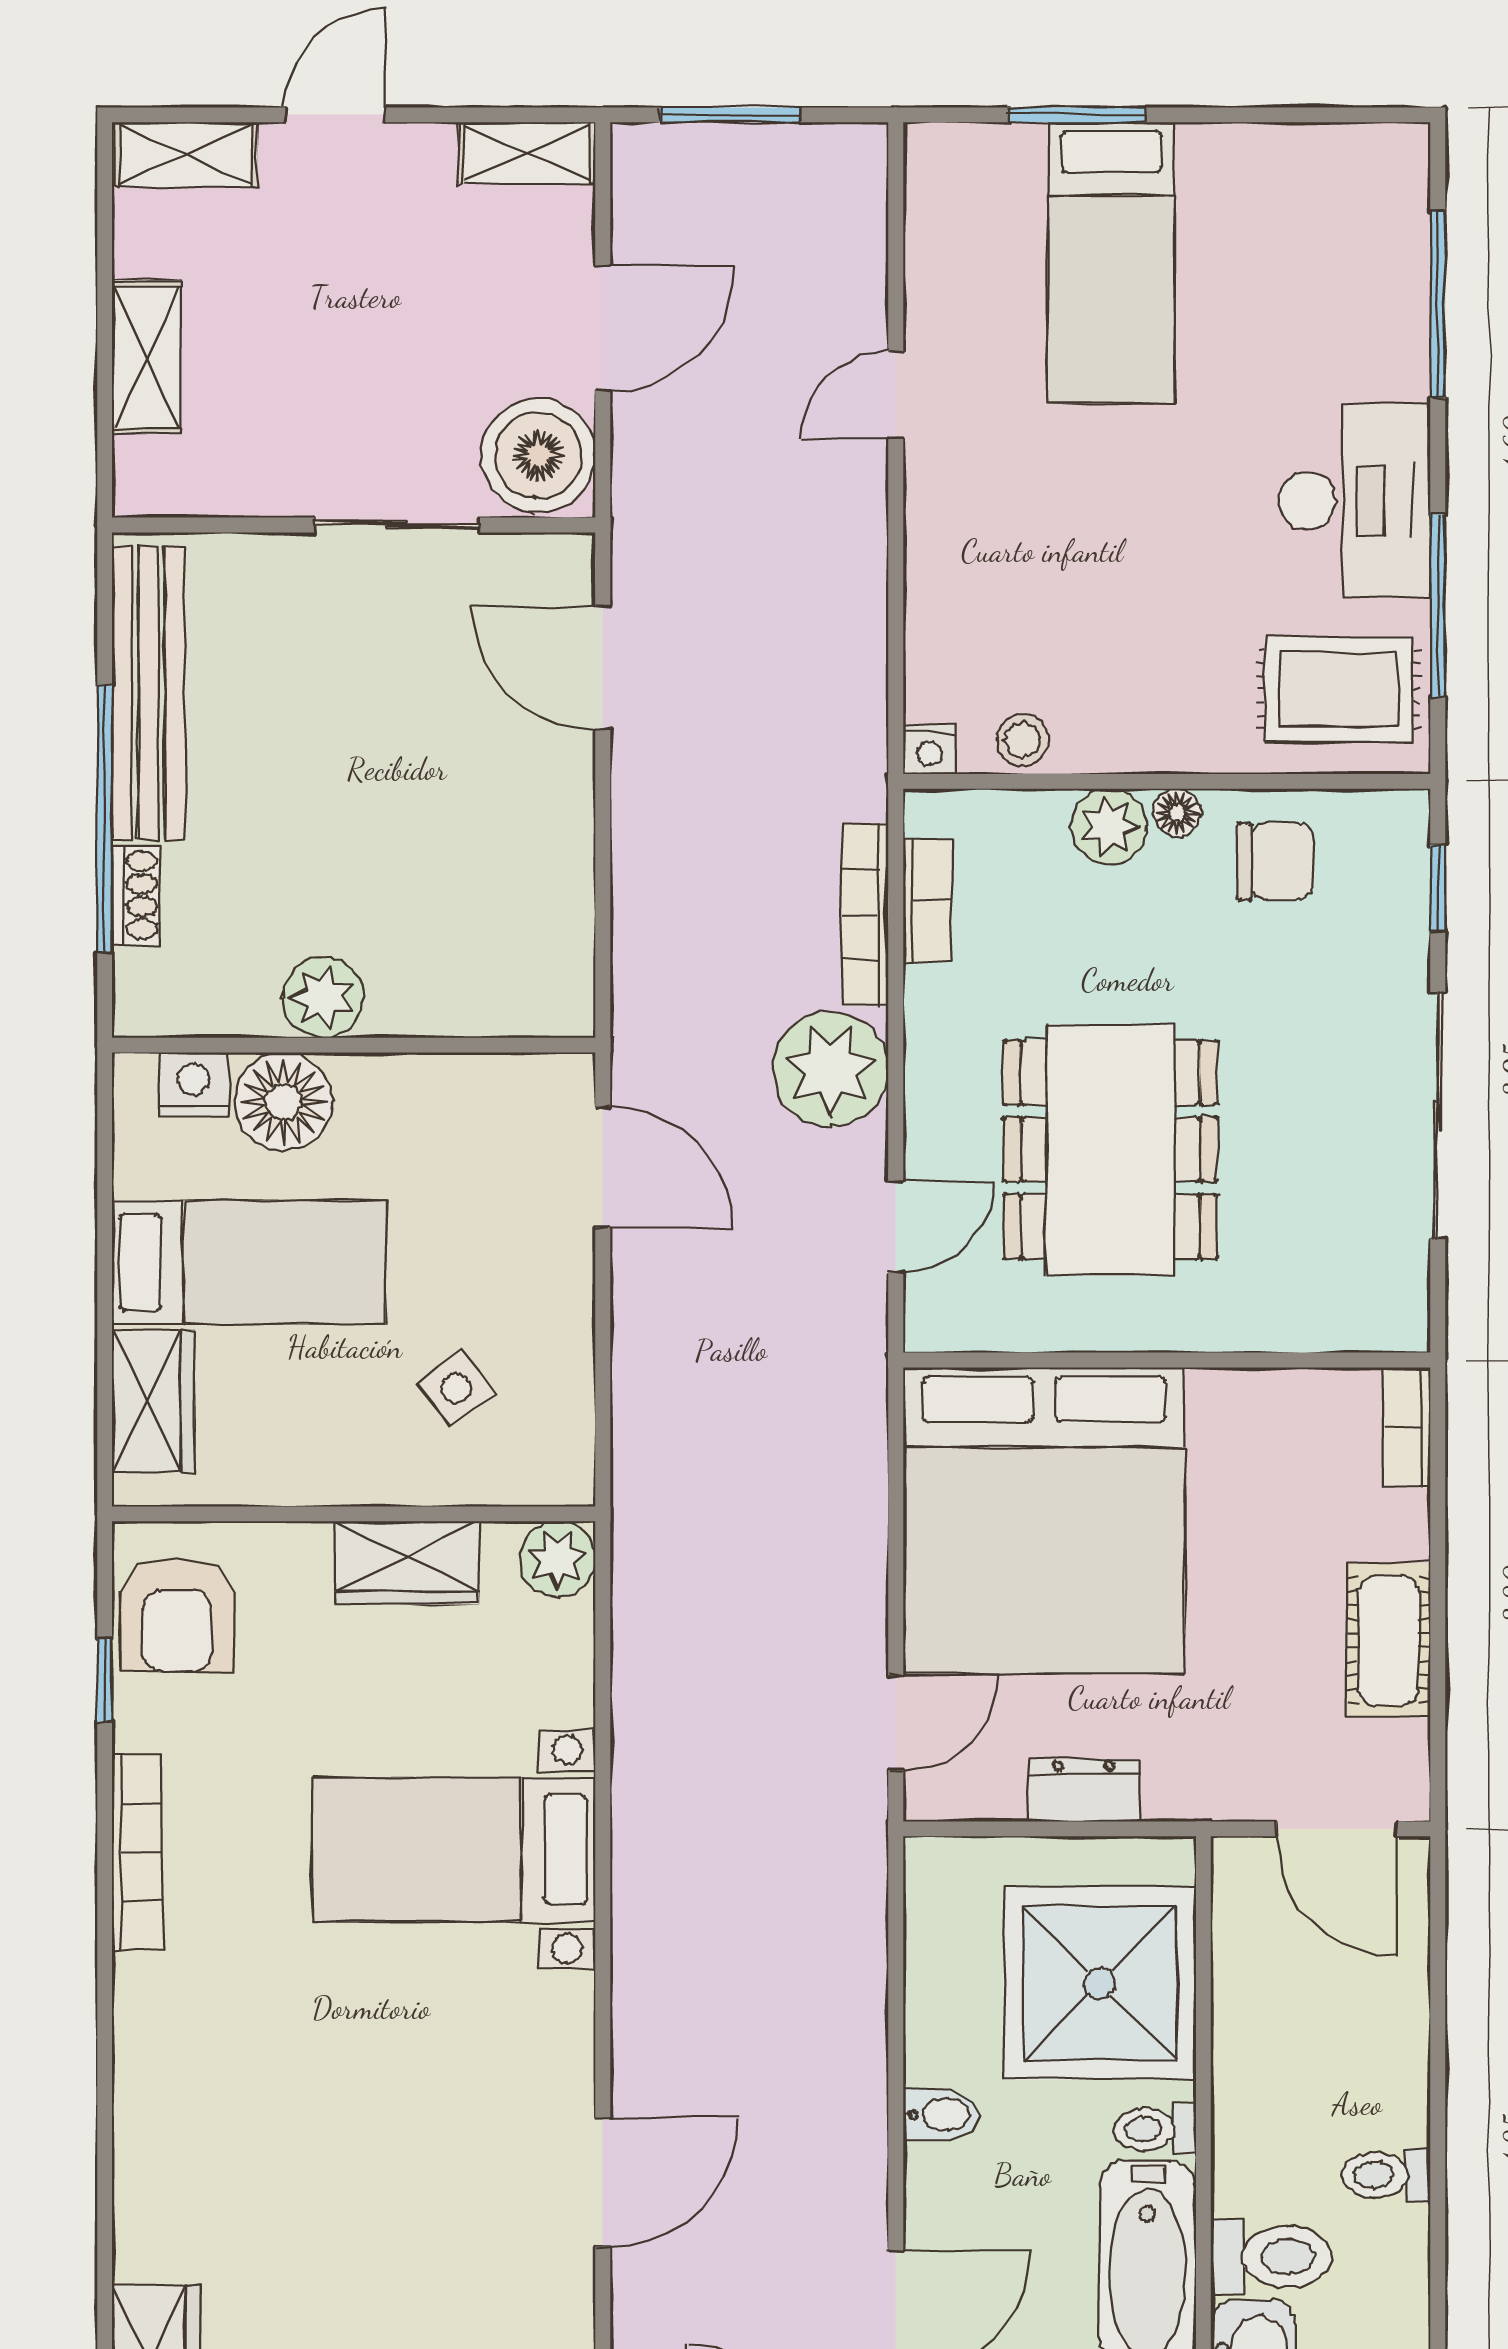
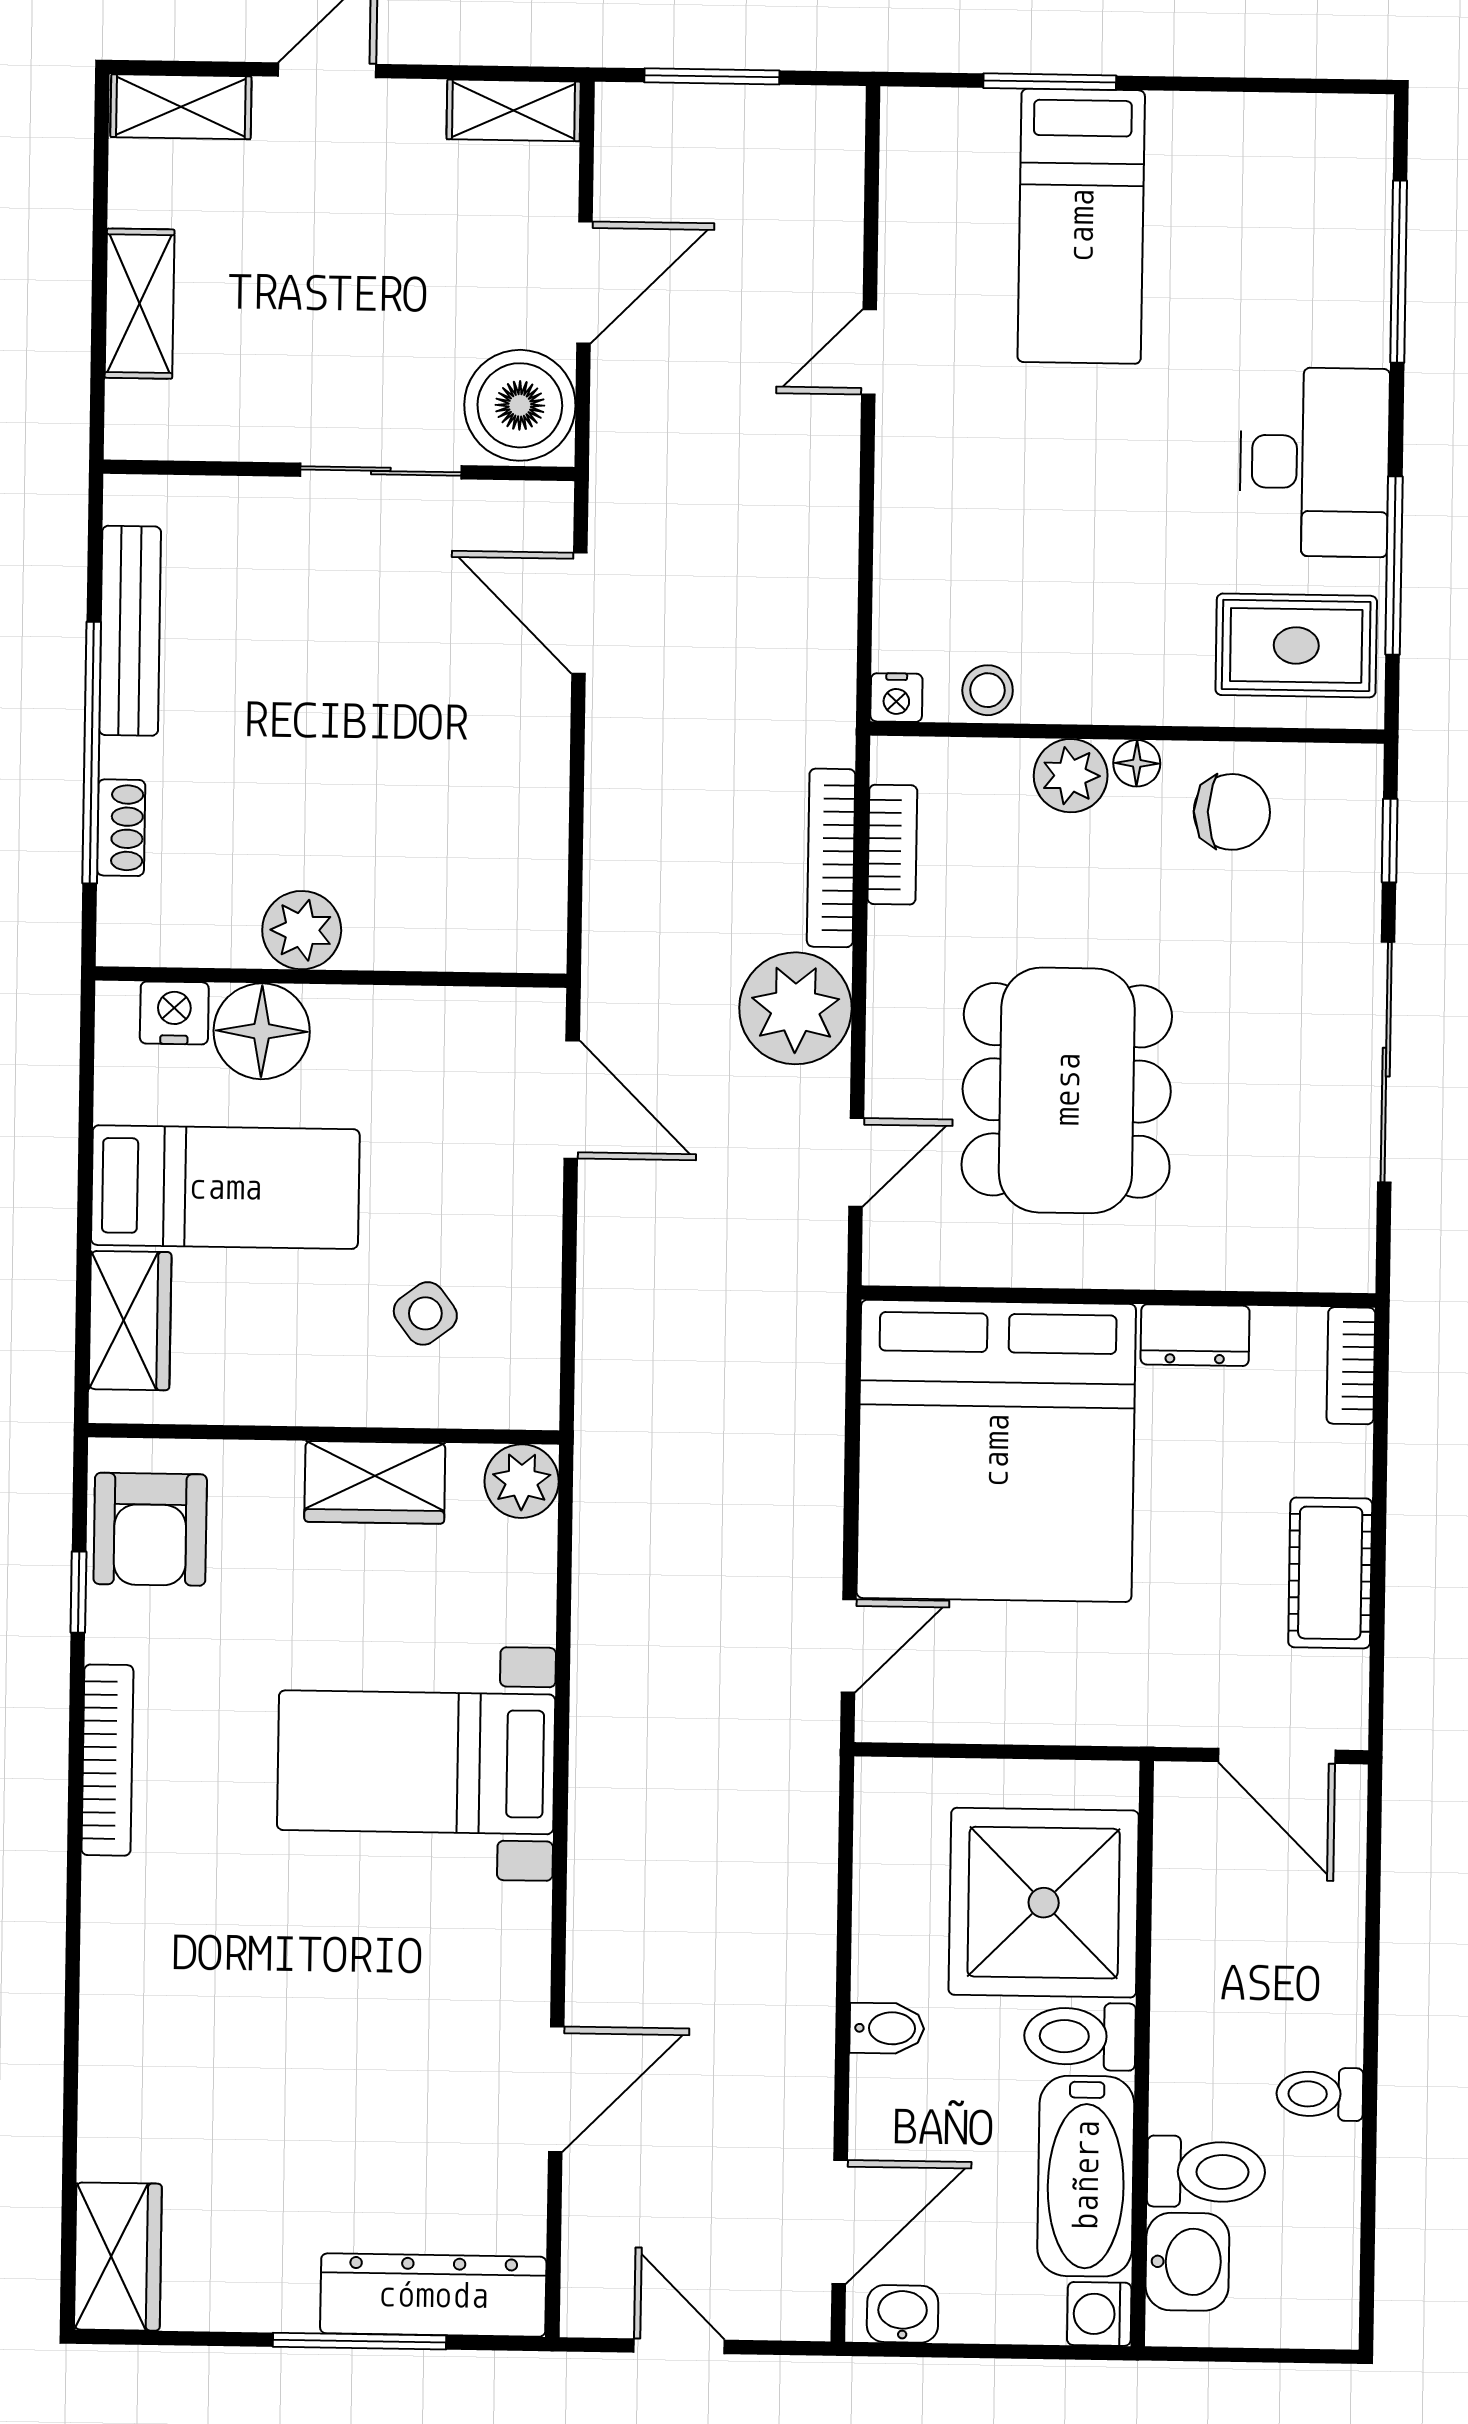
bench: (148, 693) -> (130, 631), width x0.73, depth x0.82
dresser: (1084, 1790) -> (1195, 1335), moved, turned 180
toilet: (1155, 2129) -> (1080, 2036), width x1.37, depth x1.39

